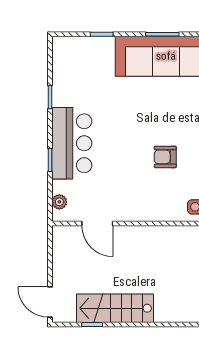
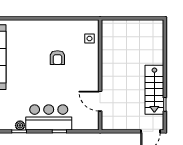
plant: (59, 202) -> (20, 125), moved
door: (97, 223) -> (100, 101), swing flipped

